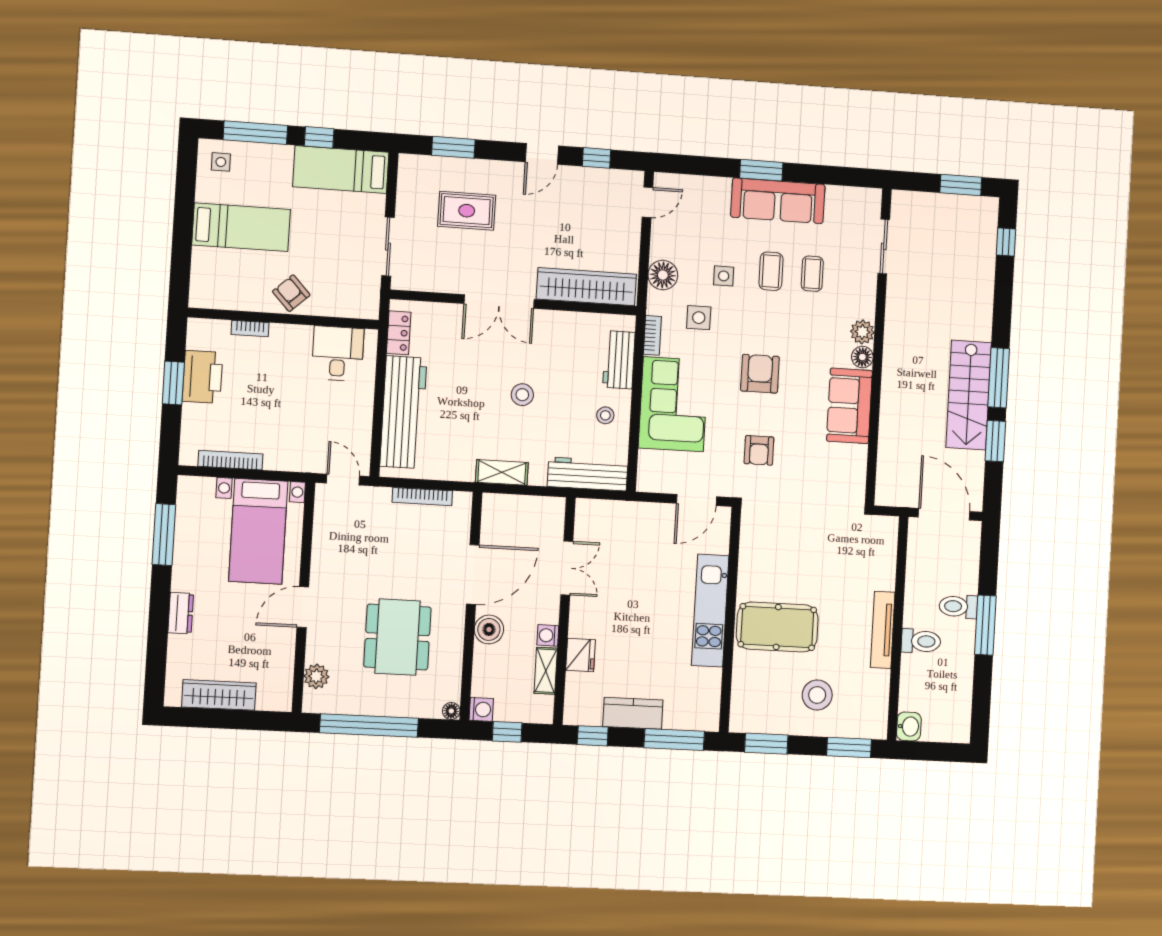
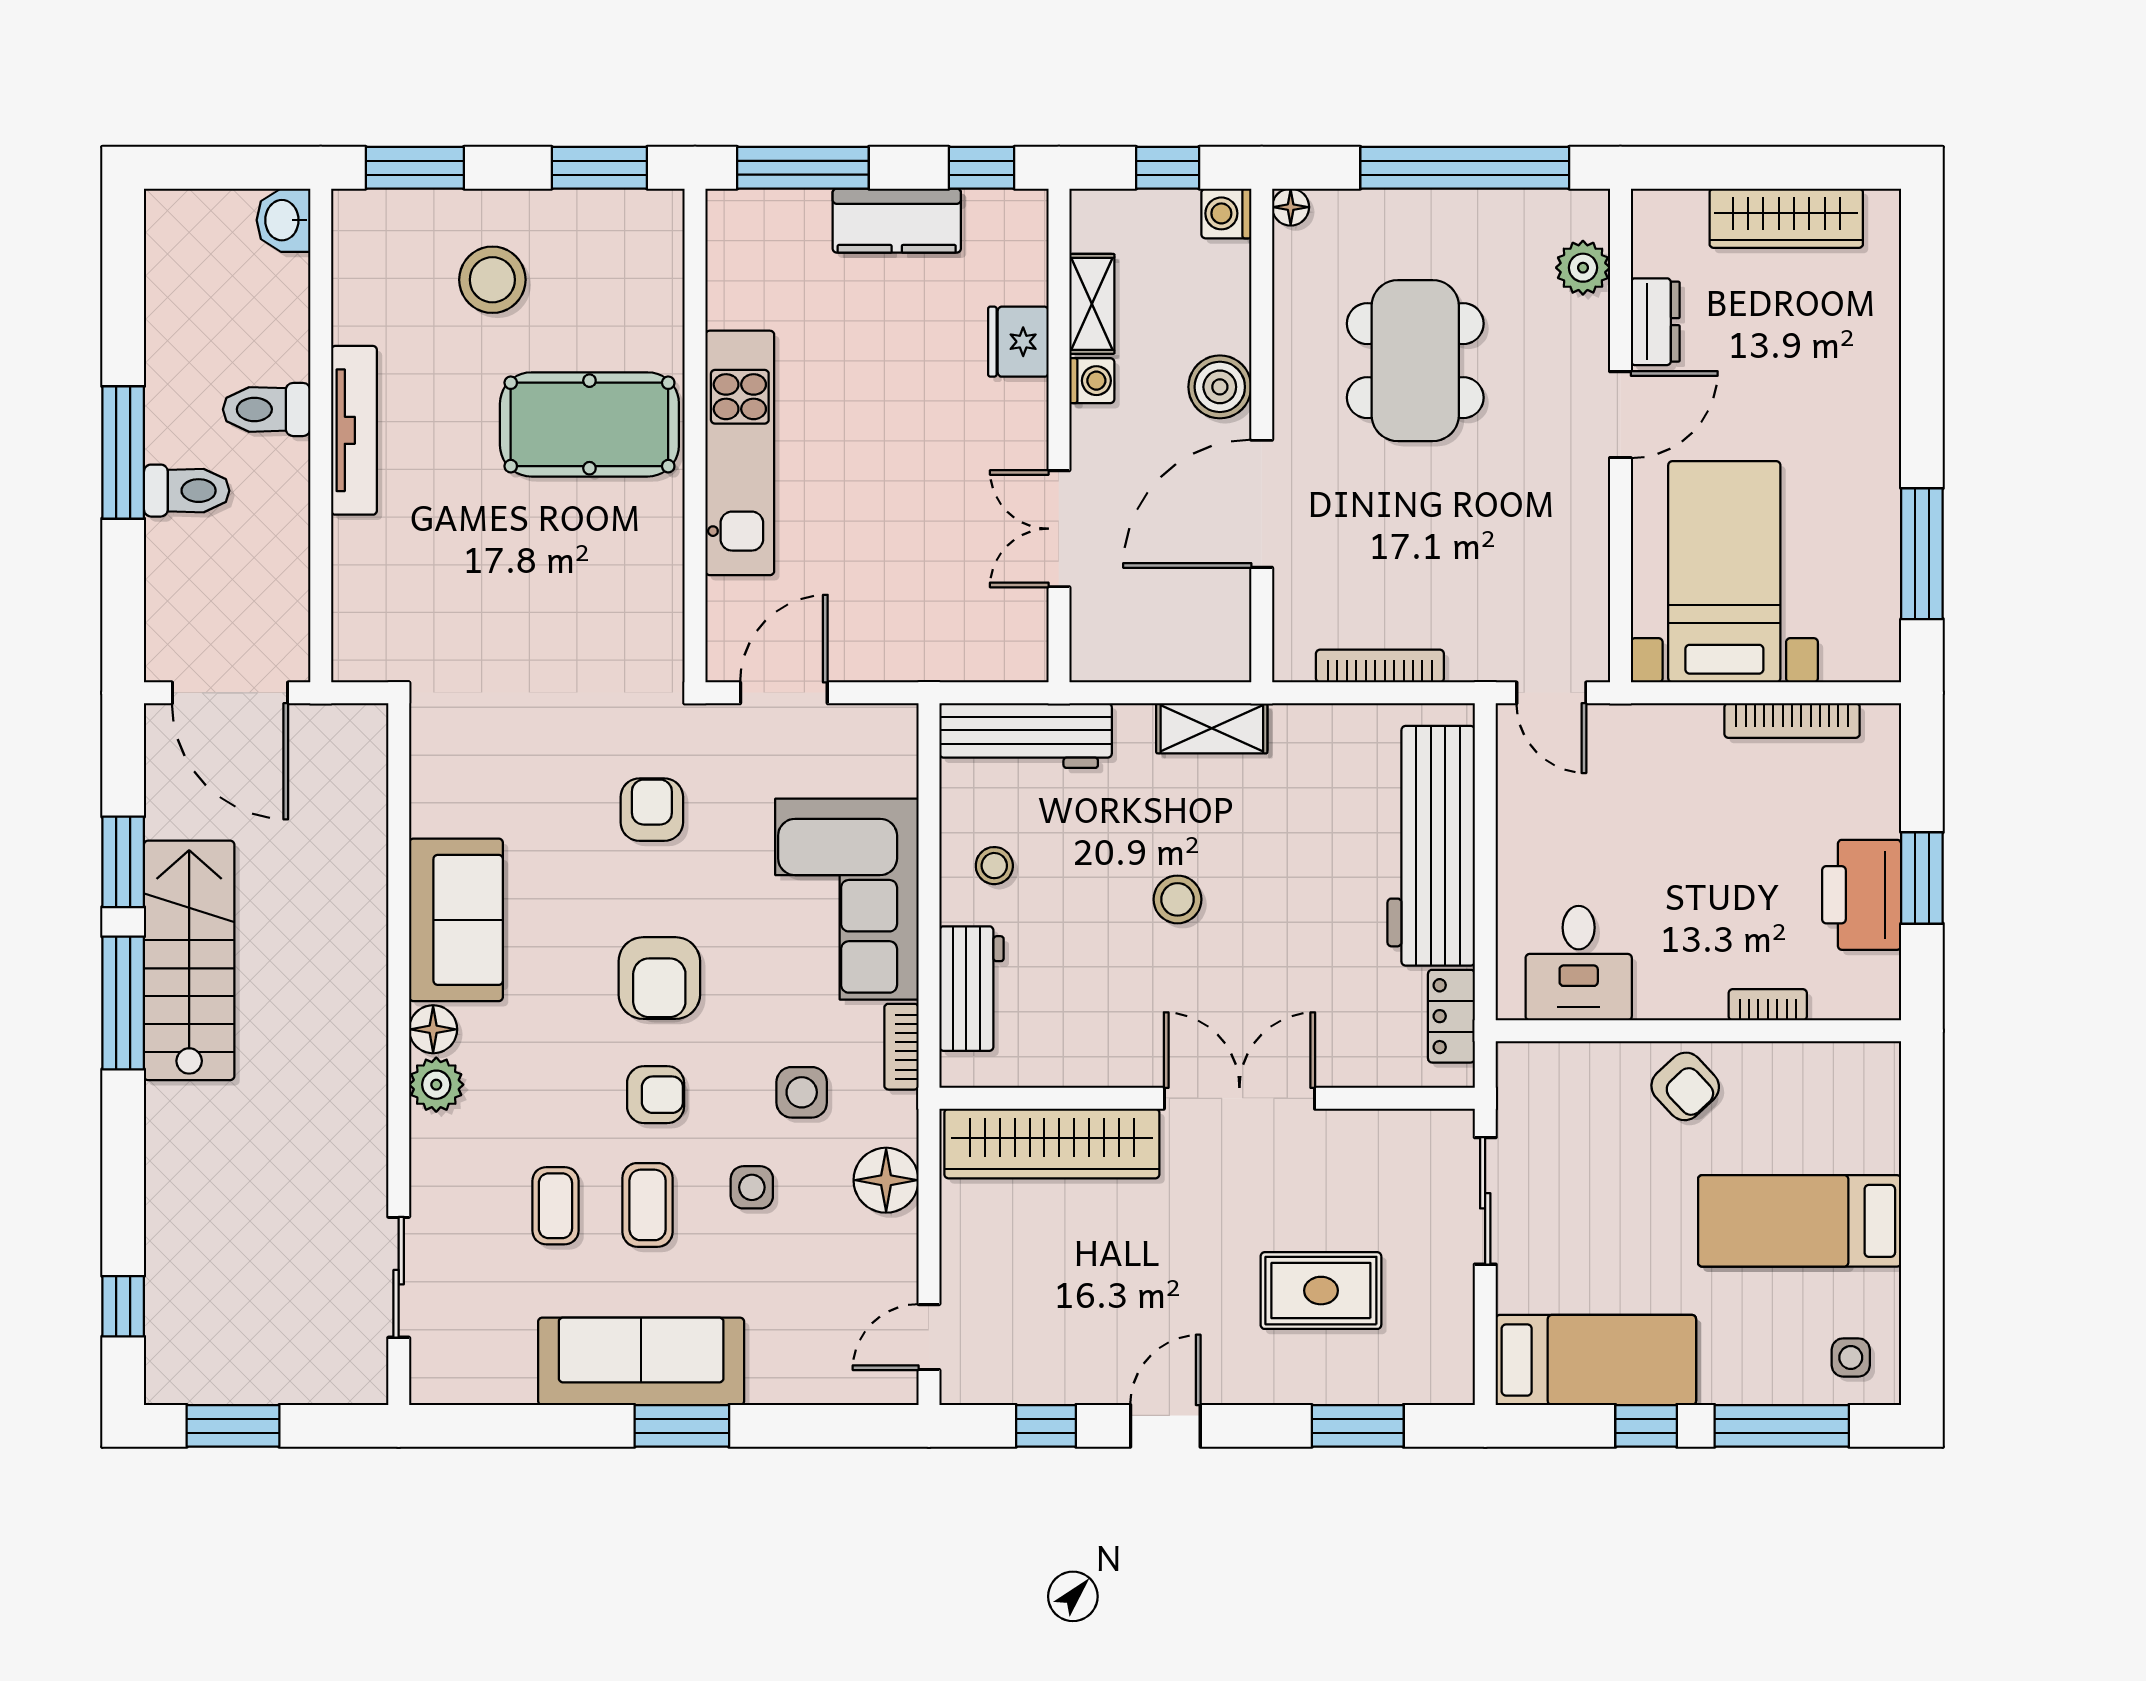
armchair: (765, 321) -> (656, 1095), added
dresser: (181, 613) -> (1655, 322), moved, turned 180

